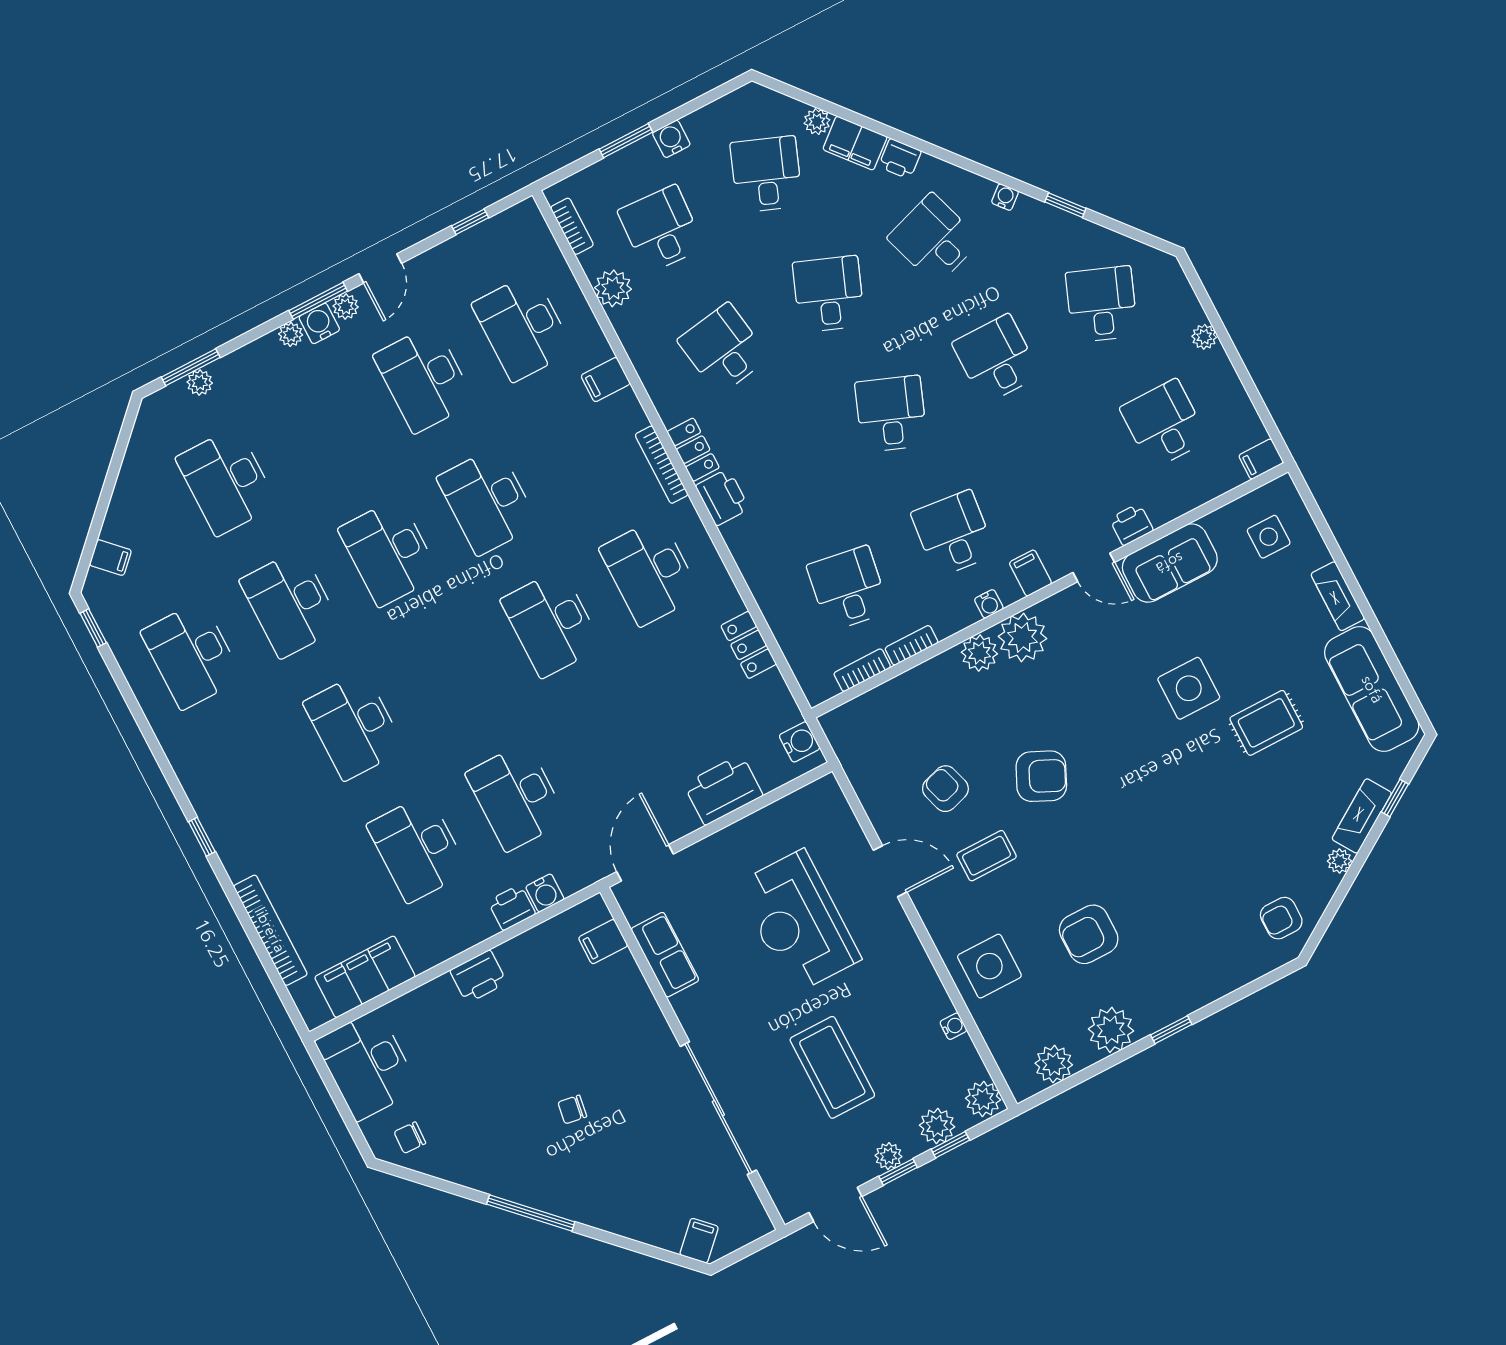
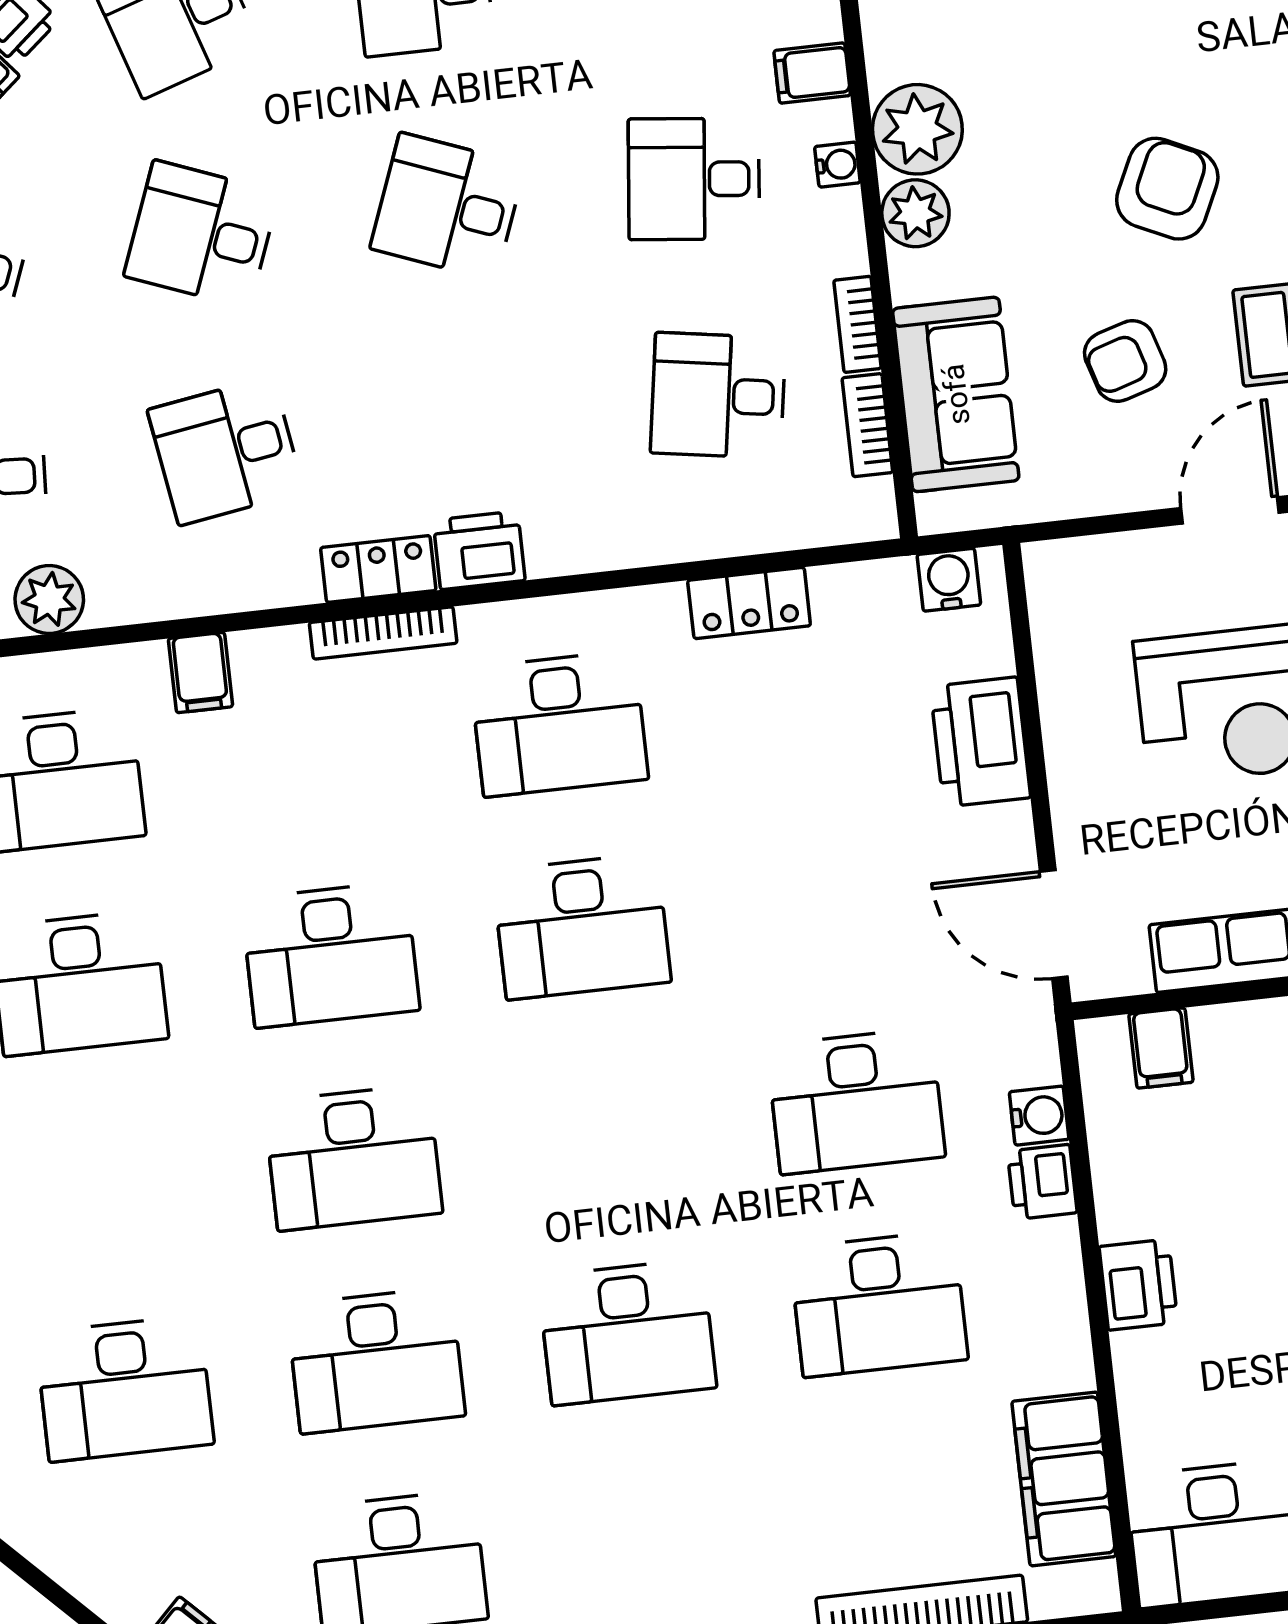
sofa: (895, 709) -> (956, 394), added

